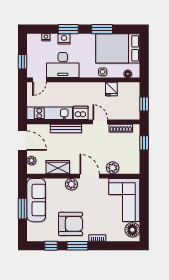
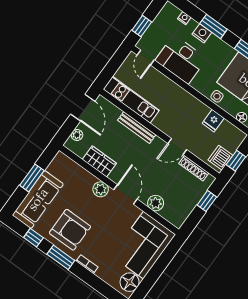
door: (39, 80) -> (146, 57), hinge flipped
dishwasher: (81, 113) -> (220, 158), moved, turned -90
door: (100, 122) -> (177, 147), swing flipped
sofa: (36, 200) -> (38, 199), moved

